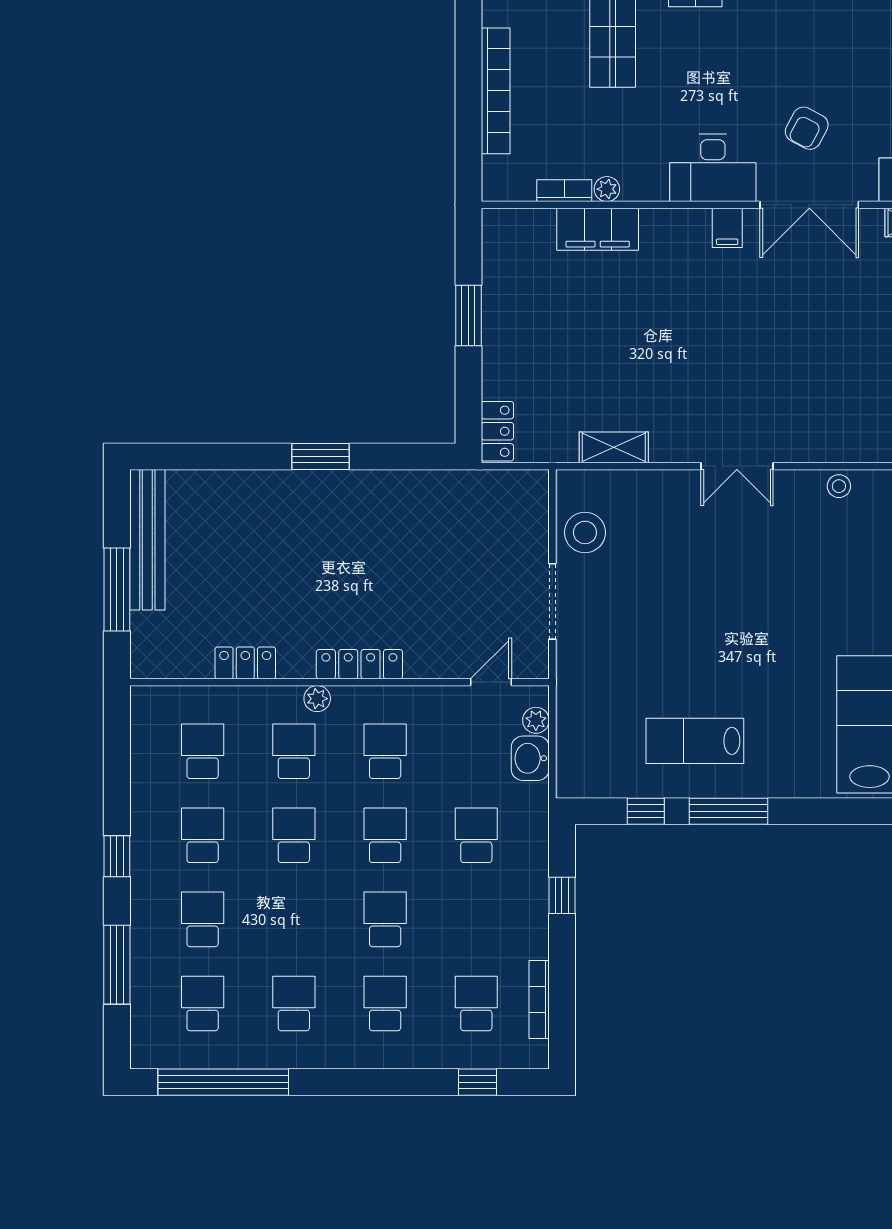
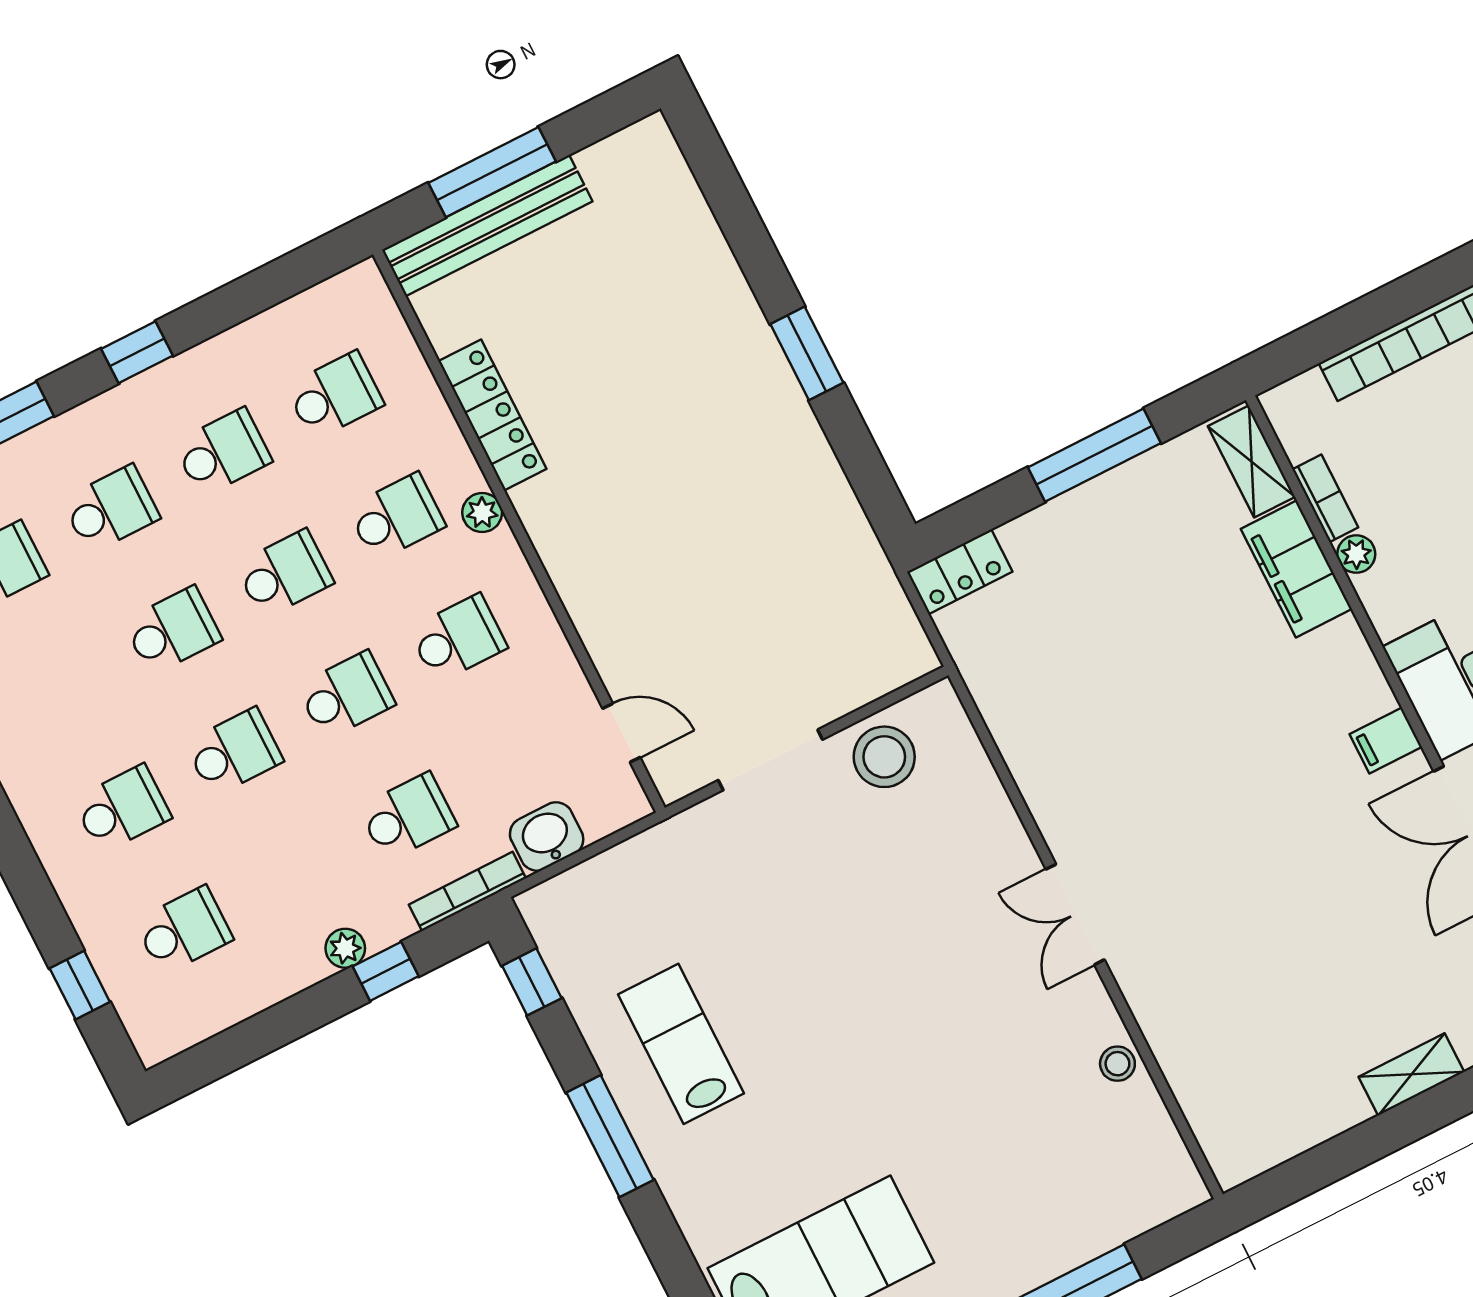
window: (468, 316) -> (1094, 455), width x1.44
shelving: (614, 447) -> (1252, 461), moved
bench: (147, 540) -> (487, 226), moved
locker: (245, 663) -> (492, 415), width x1.53
locker: (359, 664) -> (556, 545), removed
plant: (536, 720) -> (345, 948), moved
window: (646, 811) -> (532, 982), moved
bookcase: (539, 999) -> (467, 891), moved
school desk: (294, 1003) -> (172, 631), moved

